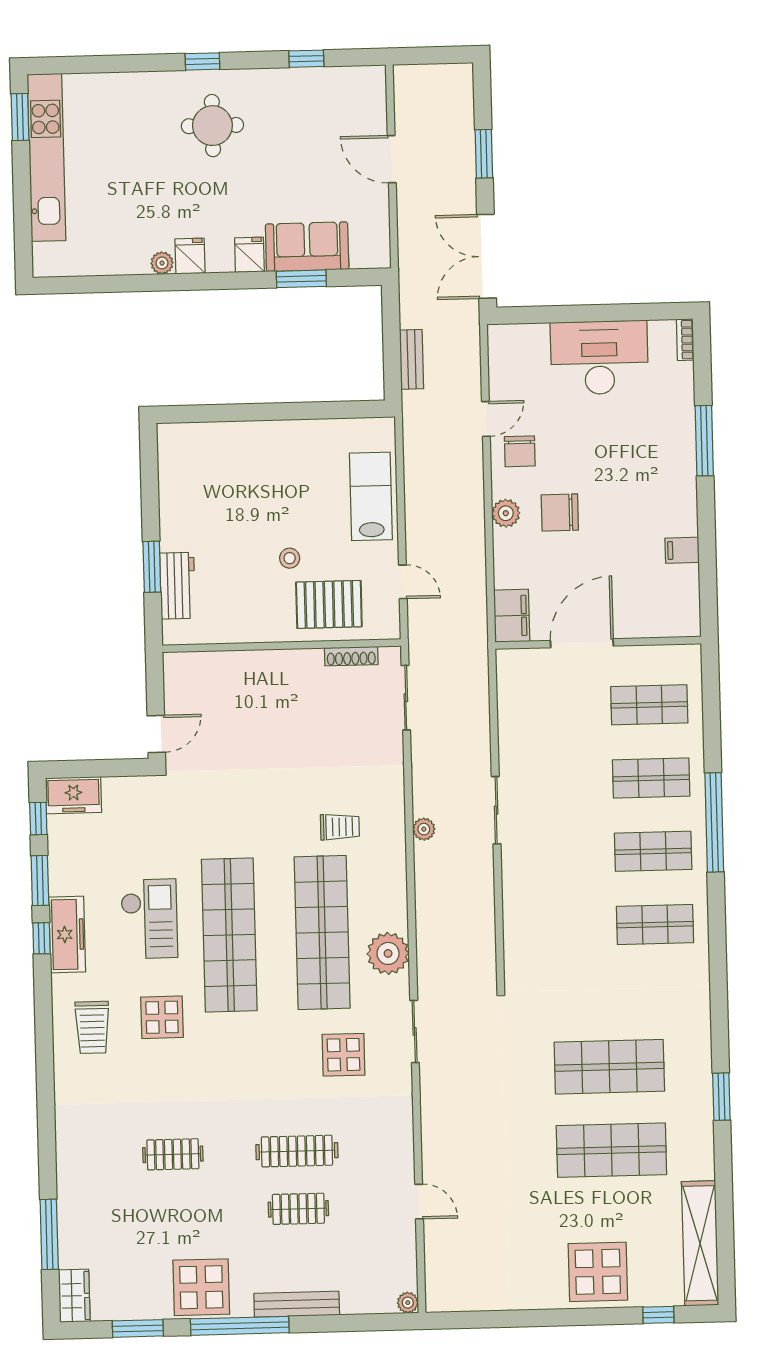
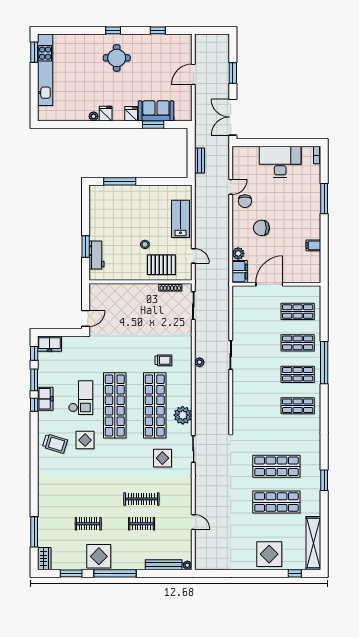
door: (392, 159) -> (193, 74), hinge flipped
window: (227, 413) -> (120, 181), added
plant: (506, 513) -> (238, 253), moved
freezer: (67, 934) -> (45, 399), width x0.71
trolley: (92, 1027) -> (55, 444), turned -73
clothes rail: (173, 1154) -> (88, 524), moved
bench: (297, 1304) -> (164, 565), moved

